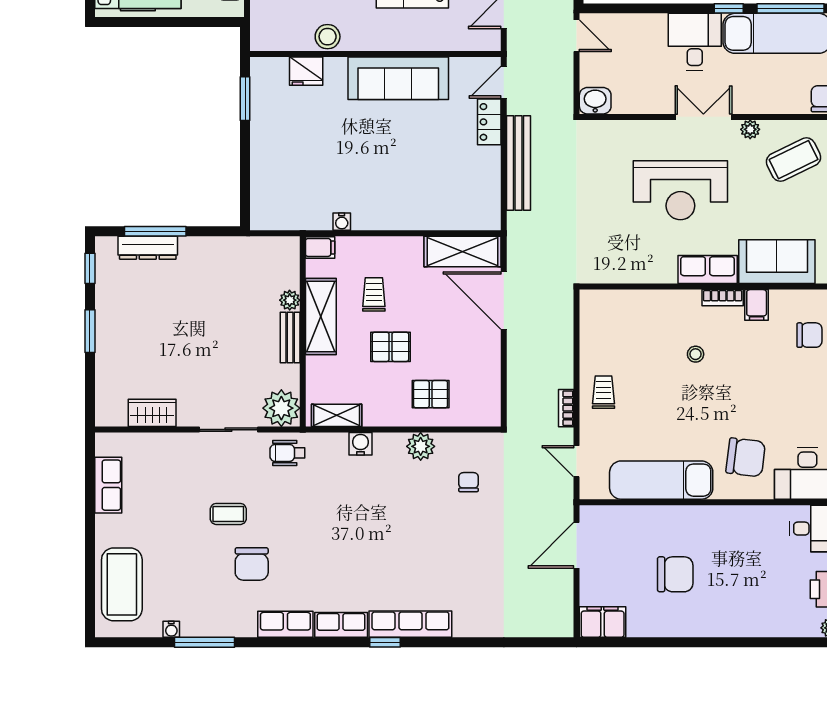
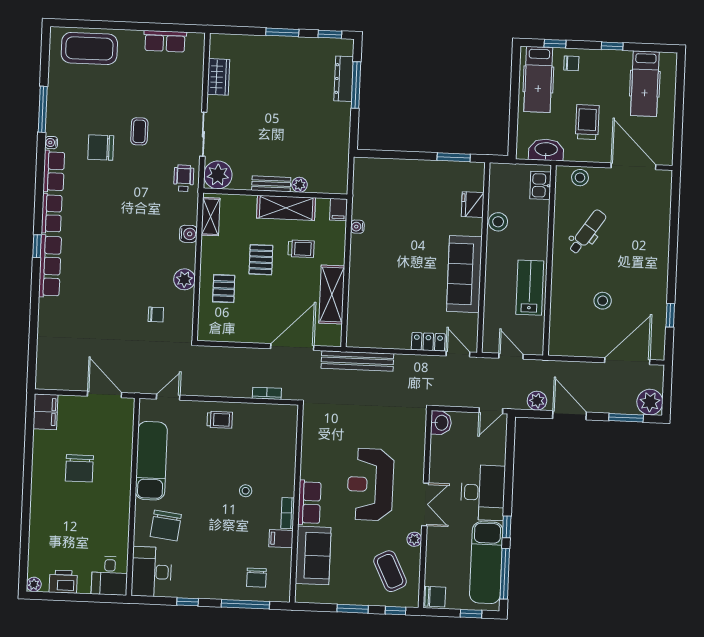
desk: (695, 42) -> (483, 493), width x1.37
bench: (518, 163) -> (357, 361), moved
shelving: (462, 252) -> (332, 295), moved
bookcase: (566, 408) -> (267, 393), moved
water cooler: (171, 629) -> (51, 143), moved

